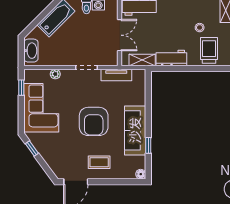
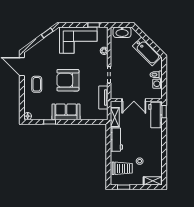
sofa: (135, 130) -> (66, 112), width x0.73

